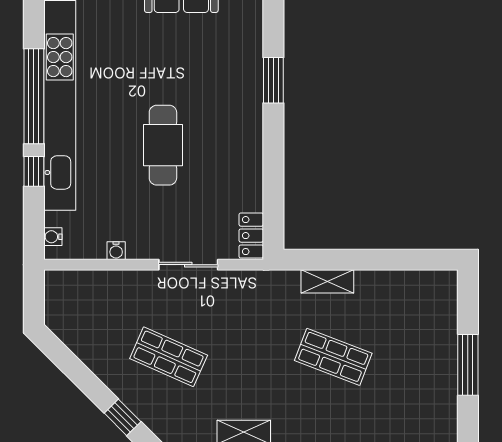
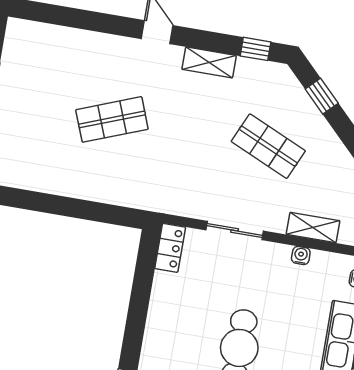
shelving: (327, 281) -> (313, 228), moved
shop shelf: (333, 357) -> (112, 119), turned -42

